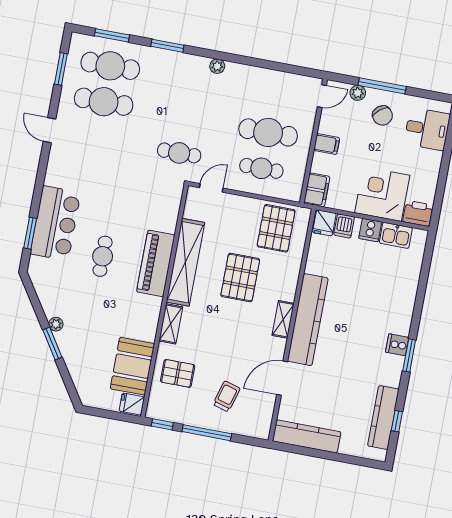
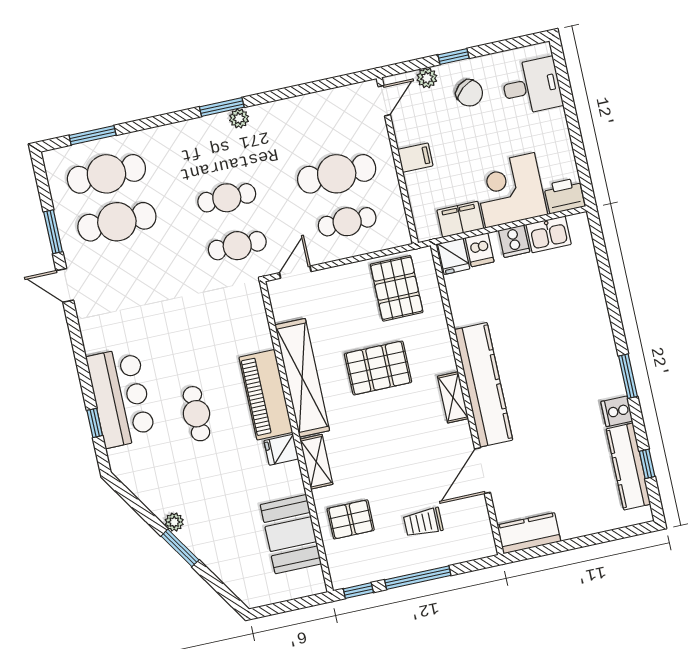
window: (167, 46) -> (222, 107), moved
window: (61, 69) -> (53, 232), moved
window: (382, 86) -> (454, 57), width x0.46
cafe table: (186, 117) -> (227, 198), added
filing cabinet: (317, 190) -> (460, 219), moved, turned -90
window: (30, 233) -> (95, 423), width x0.67
pallet: (240, 278) -> (378, 368), turned 90
cooker: (397, 345) -> (617, 411), moved
trolley: (227, 396) -> (423, 522), turned -106
fridge: (132, 404) -> (281, 450), moved
kitchen counter: (307, 436) -> (529, 533), width x0.67

